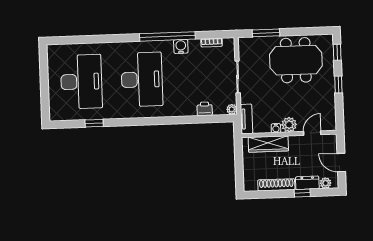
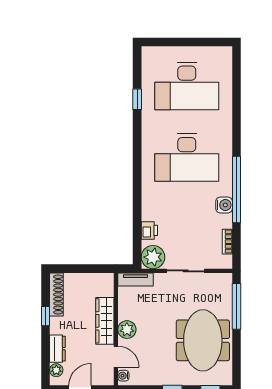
window: (266, 33) -> (236, 306), width x1.44
plant: (232, 109) -> (153, 257), width x1.87, depth x1.87
water cooler: (276, 128) -> (123, 376), moved
wardrobe: (268, 144) -> (105, 321), moved
shoe rack: (276, 185) -> (56, 294), moved
window: (302, 193) -> (46, 316), moved

